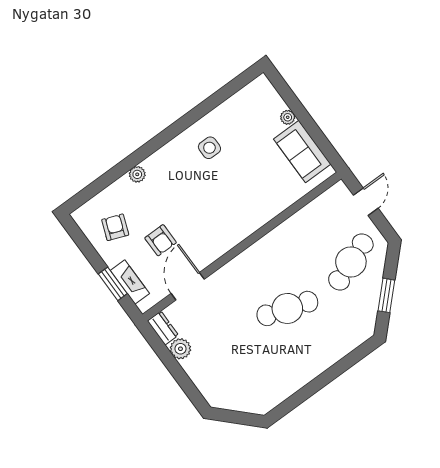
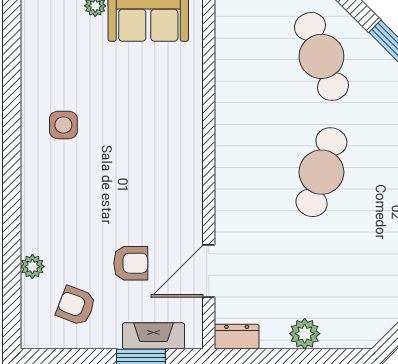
plant: (137, 174) -> (32, 267), moved
door: (188, 286) -> (209, 271), hinge flipped
plant: (180, 349) -> (305, 334), moved

